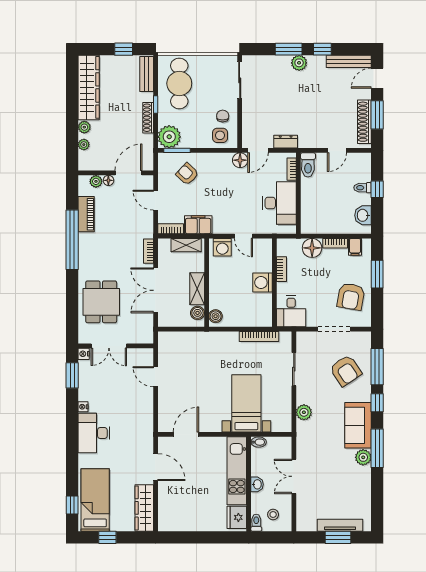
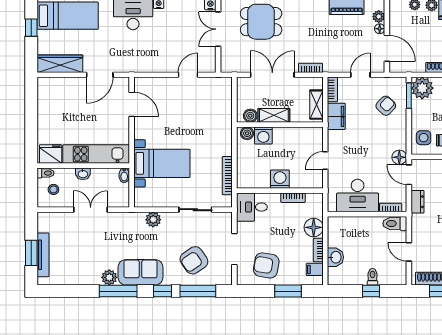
washbasin: (363, 215) -> (335, 257), moved, turned 90
washing machine: (222, 247) -> (263, 135), moved, turned -90

